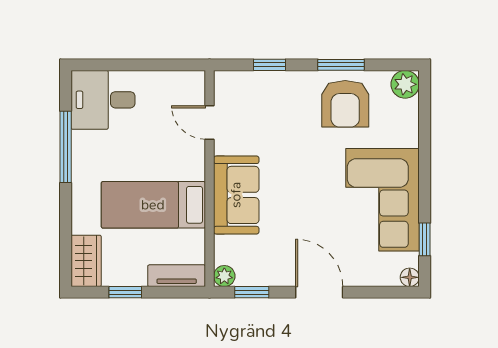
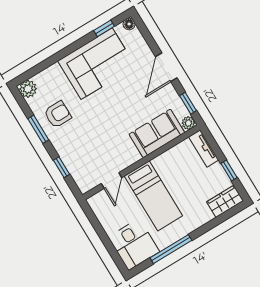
armchair: (345, 104) -> (58, 114), width x0.72, depth x0.72
sofa: (236, 195) -> (157, 133), moved
bed: (153, 205) -> (153, 196), moved

